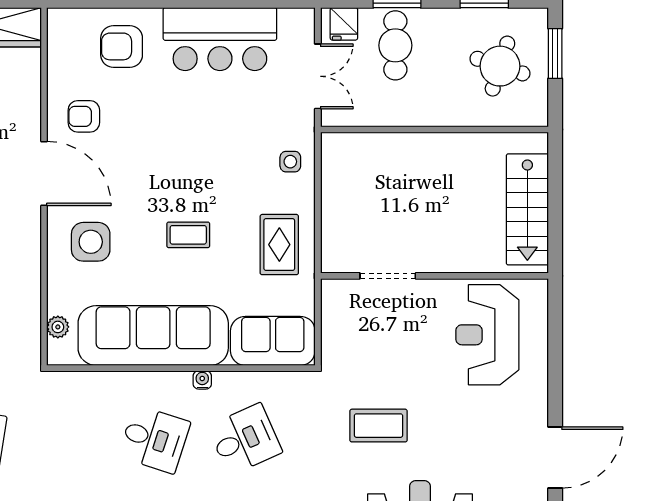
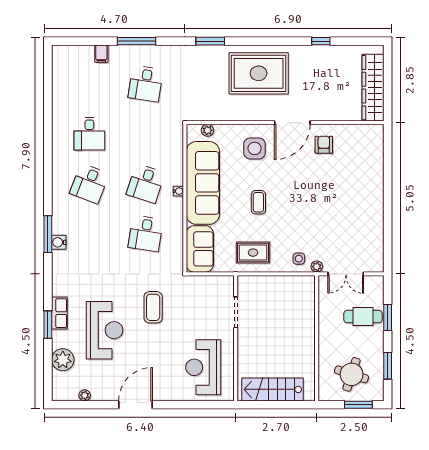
fridge: (344, 24) -> (375, 288), removed
bar counter: (220, 39) -> (366, 220), removed
armchair: (122, 46) -> (362, 165), removed
plant: (305, 129) -> (317, 267), added
reception desk: (487, 335) -> (203, 367), turned -90
water cooler: (202, 380) -> (178, 191), moved
desk: (245, 439) -> (146, 234), turned 33
door: (555, 458) -> (135, 405), swing flipped

